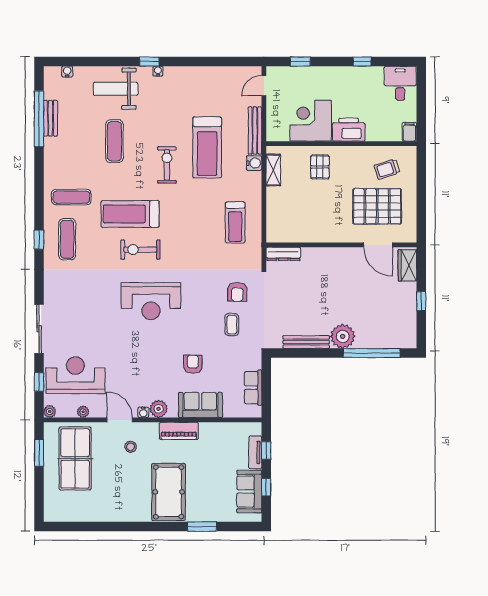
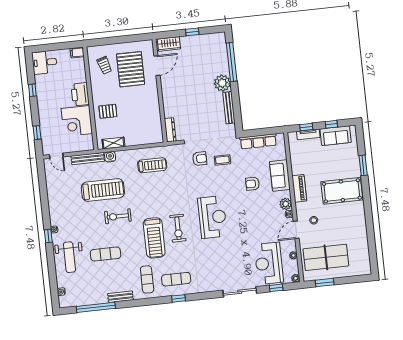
bench: (50, 118) -> (120, 297), moved
row of seats: (253, 388) -> (258, 141), width x1.48

